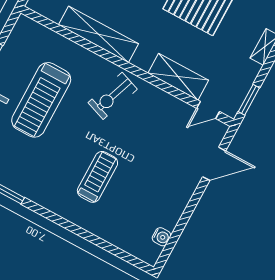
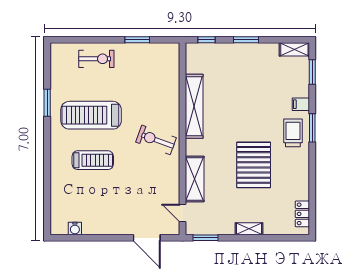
treadmill: (41, 100) -> (91, 115), moved

